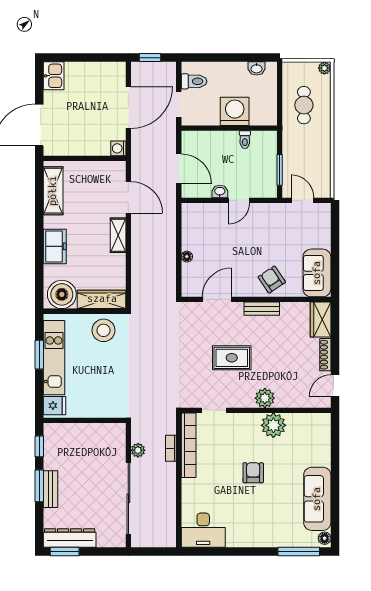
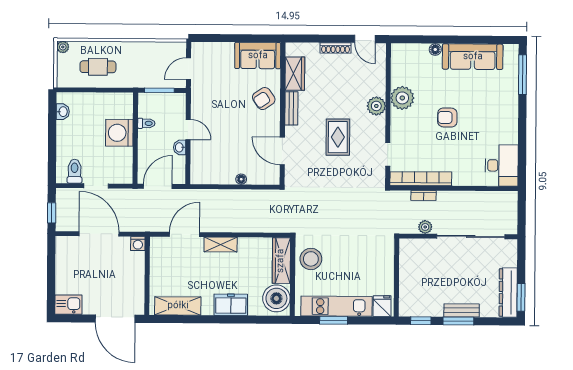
washing machine: (235, 111) -> (119, 133), moved
wall: (229, 128) -> (135, 138), moved
toilet: (245, 140) -> (146, 123), moved
wardrobe: (321, 320) -> (295, 74), moved, turned -90
floor lamp: (325, 538) -> (435, 50), moved

